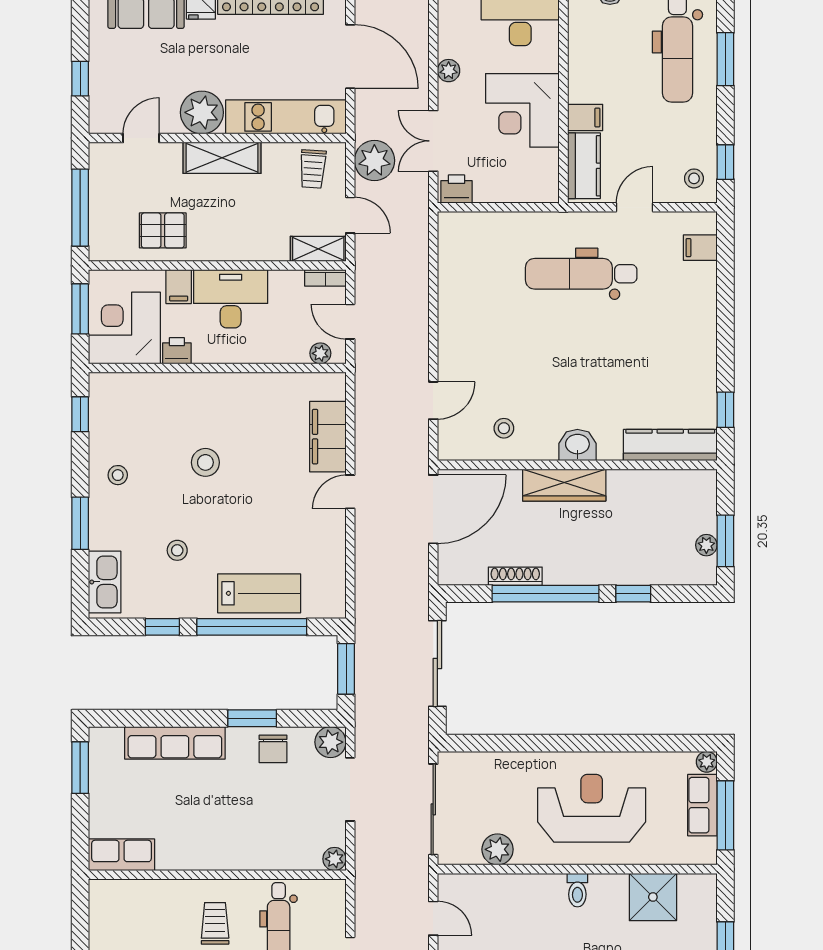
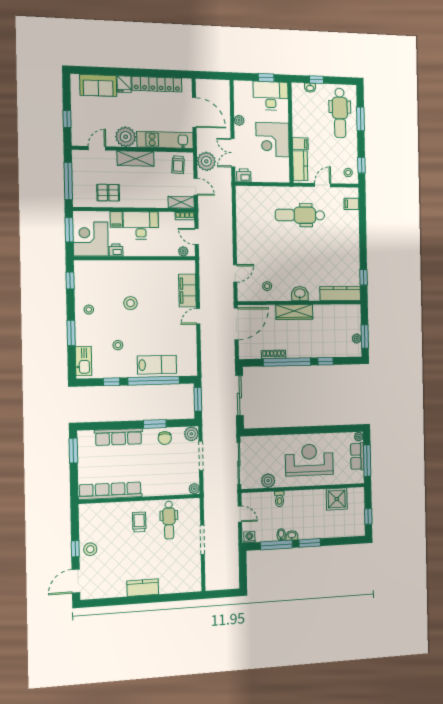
row of seats: (121, 855) -> (110, 491), width x2.02
toilet: (577, 890) -> (279, 499), moved

